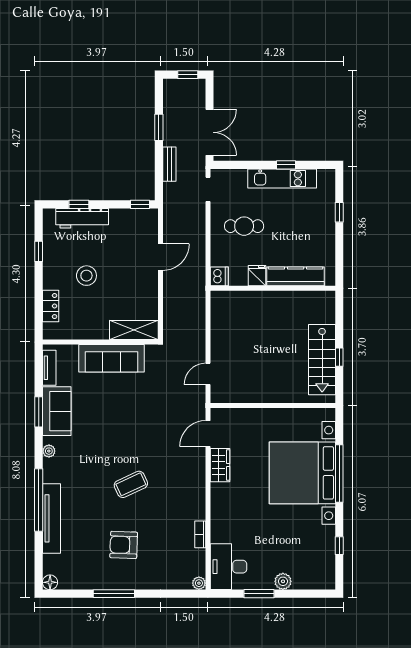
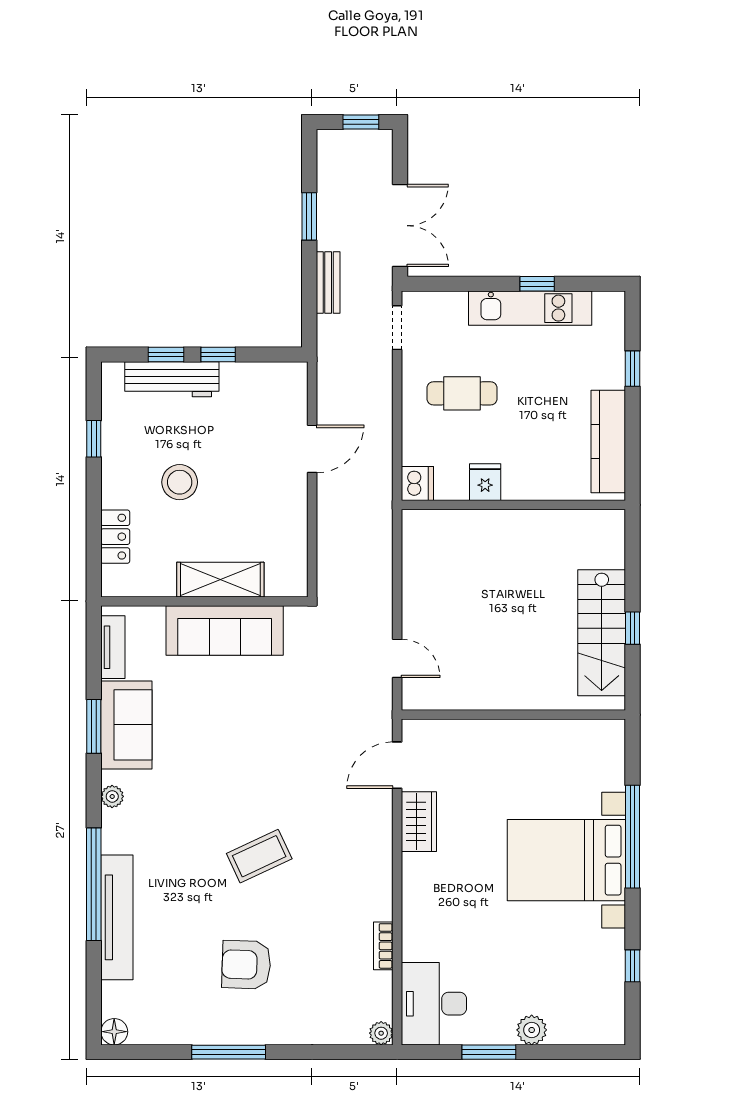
window: (140, 204) -> (218, 355), moved
kitchen counter: (296, 276) -> (608, 442), moved, turned -90
shelving: (134, 330) -> (220, 580), moved
door: (208, 374) -> (397, 658), swing flipped
bed with nightstands: (302, 473) -> (566, 860), width x0.73

